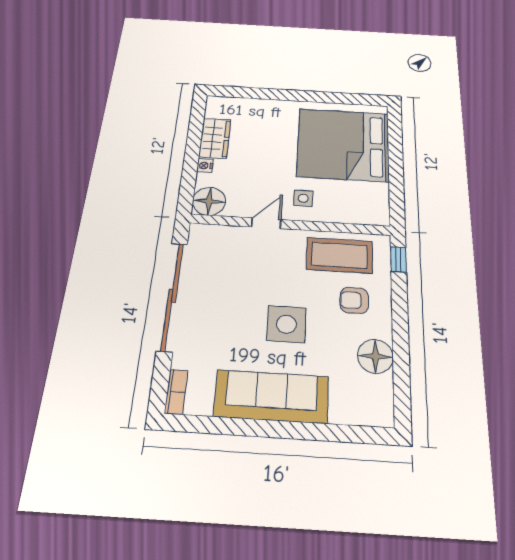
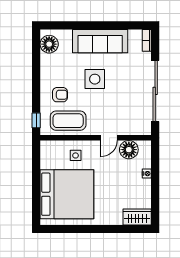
wardrobe: (215, 138) -> (137, 217), moved, turned 90
side table: (303, 198) -> (76, 155), moved
floor lamp: (209, 201) -> (129, 150), moved
floor lamp: (375, 356) -> (49, 44), moved

